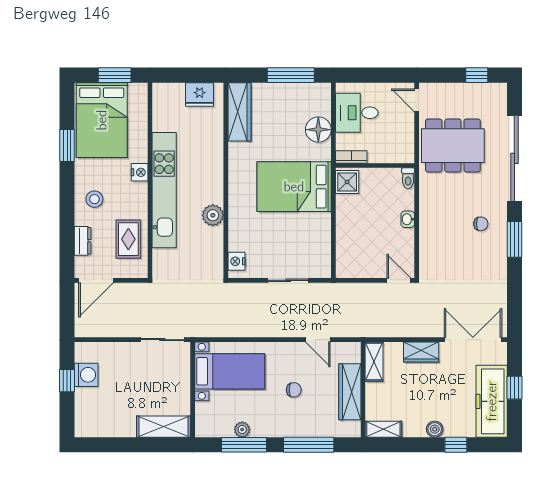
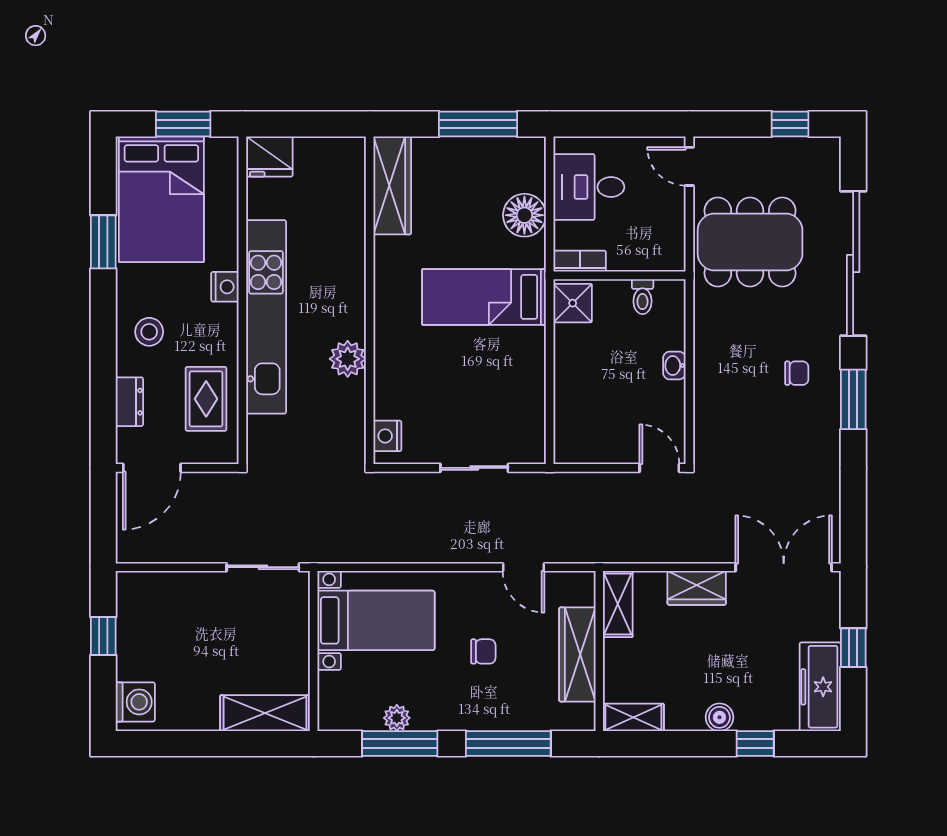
fridge: (200, 95) -> (269, 156), moved
toilet: (408, 178) -> (643, 297), moved
bed: (294, 187) -> (484, 297), width x0.67
washing machine: (86, 375) -> (135, 702), moved
freezer: (492, 401) -> (820, 687), width x0.73, depth x0.79

